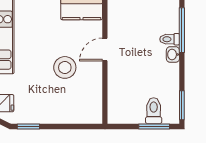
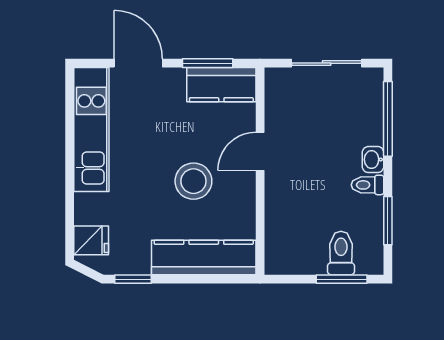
toilet: (170, 39) -> (368, 185), moved
window: (182, 105) -> (388, 221), moved
kitchen counter: (71, 113) -> (204, 258), added

